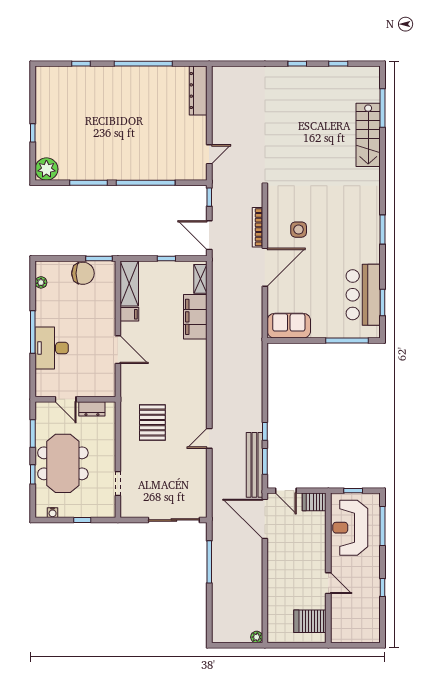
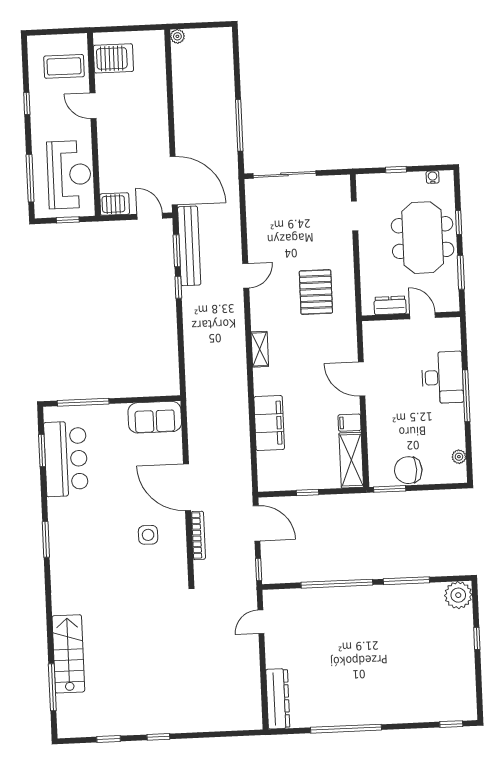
window: (81, 64) -> (451, 724), moved
door: (265, 267) -> (187, 487), hinge flipped
shelving: (200, 279) -> (260, 349), moved
coffee table: (351, 616) -> (64, 66), added

